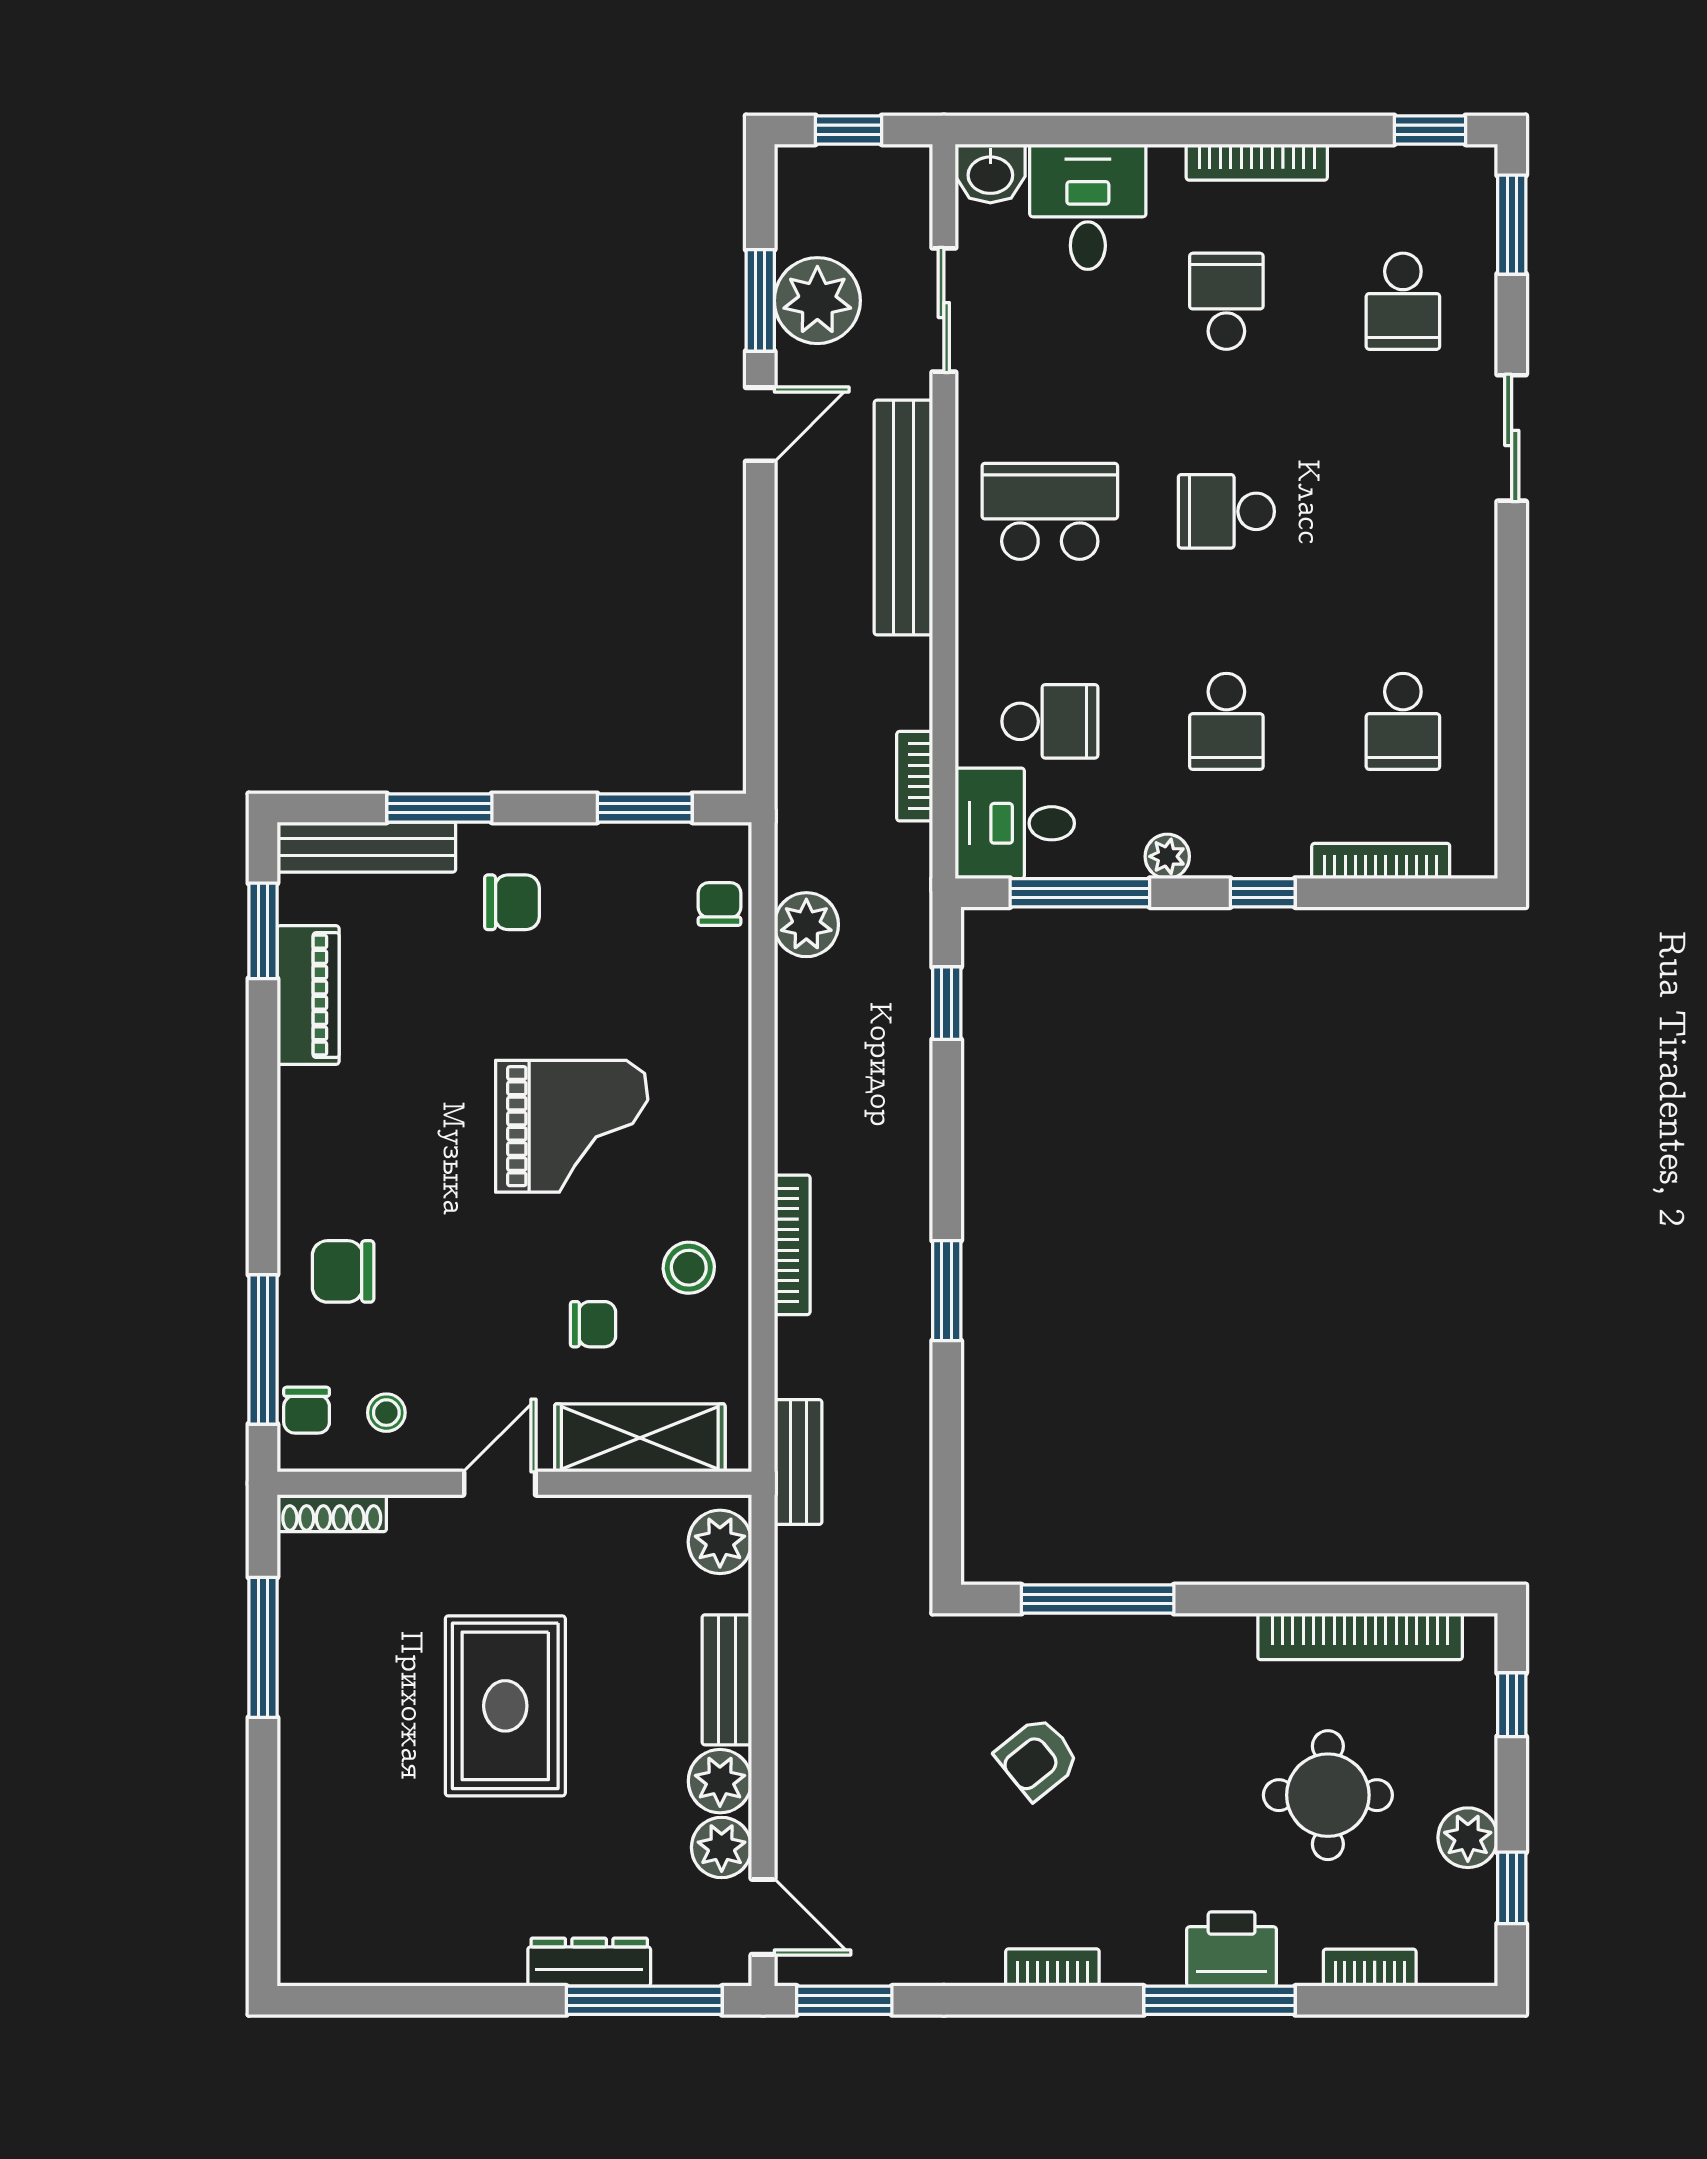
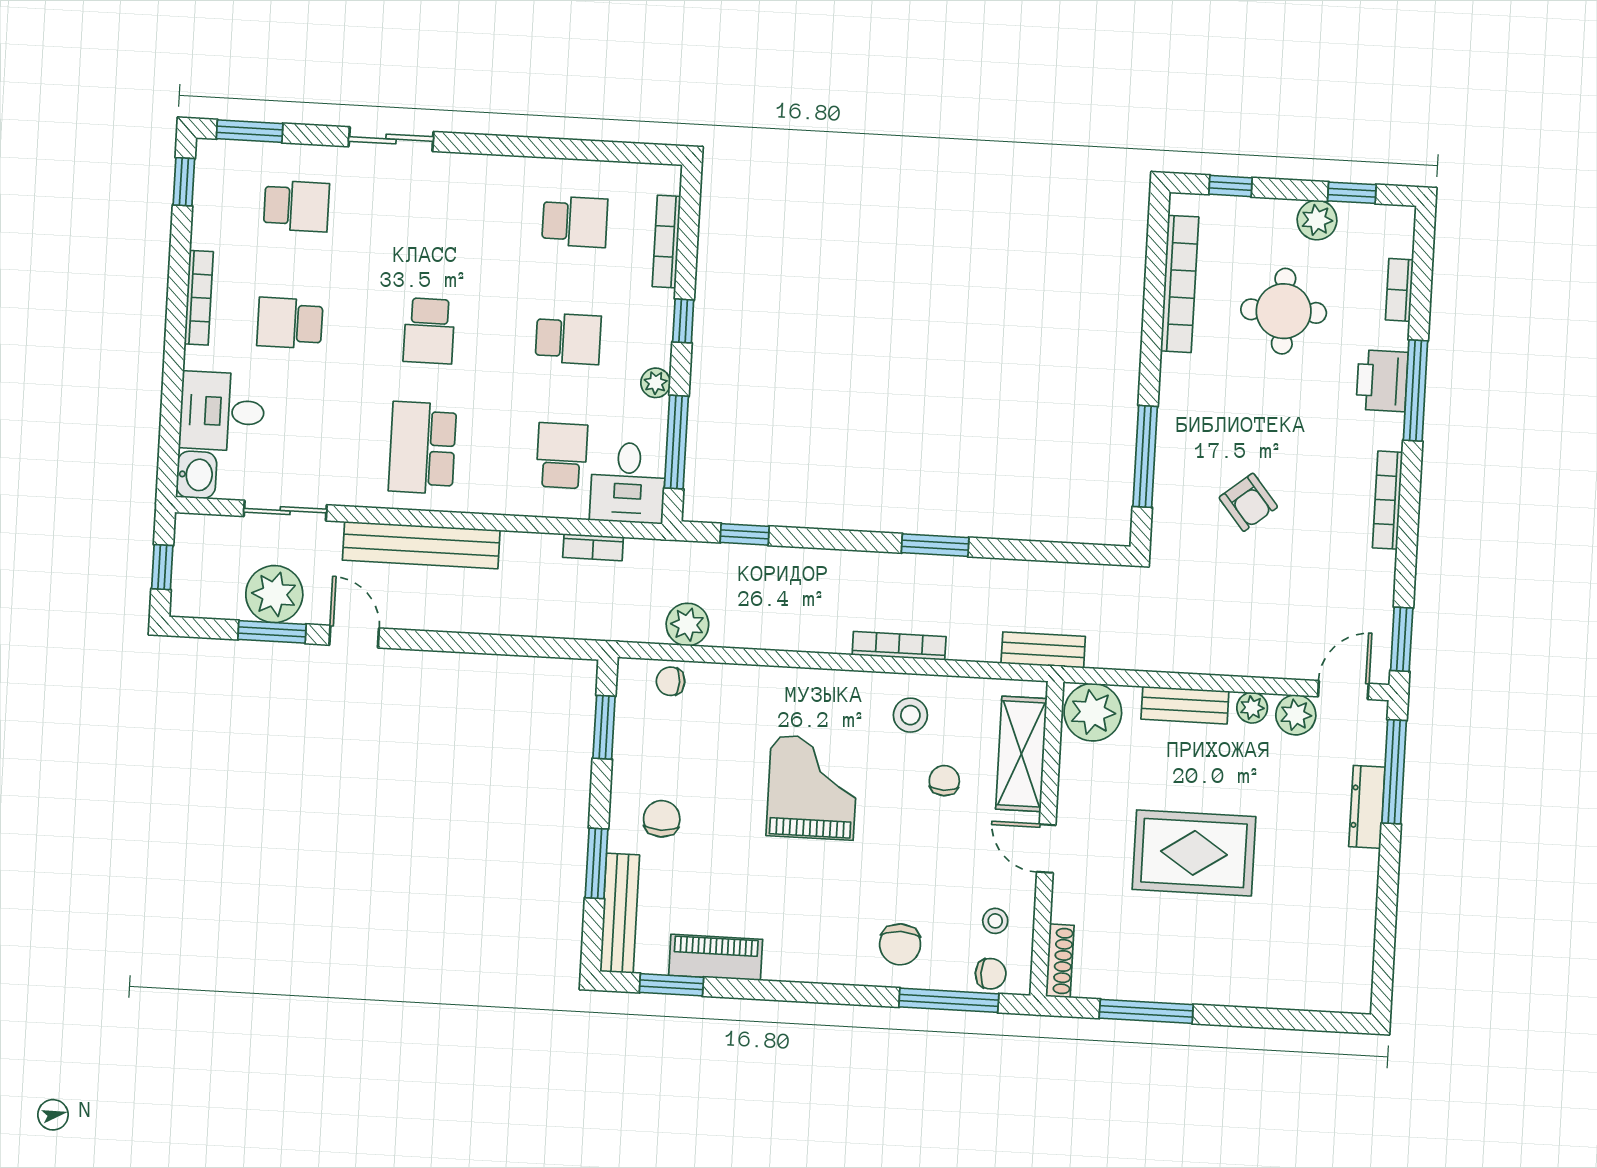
plant: (720, 1542) -> (1093, 712), width x1.36, depth x1.36
plant: (720, 1781) -> (1252, 708), width x0.73, depth x0.73
bookcase: (1052, 1967) -> (1388, 500), width x1.56

